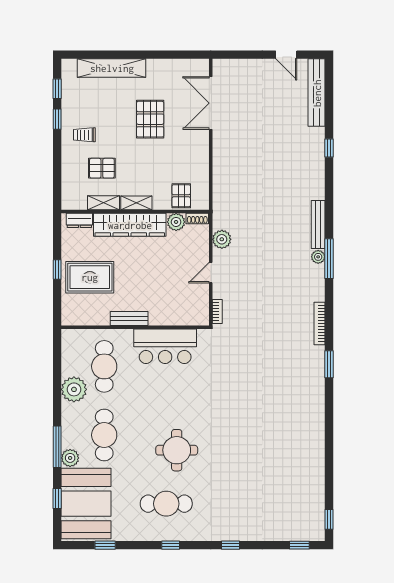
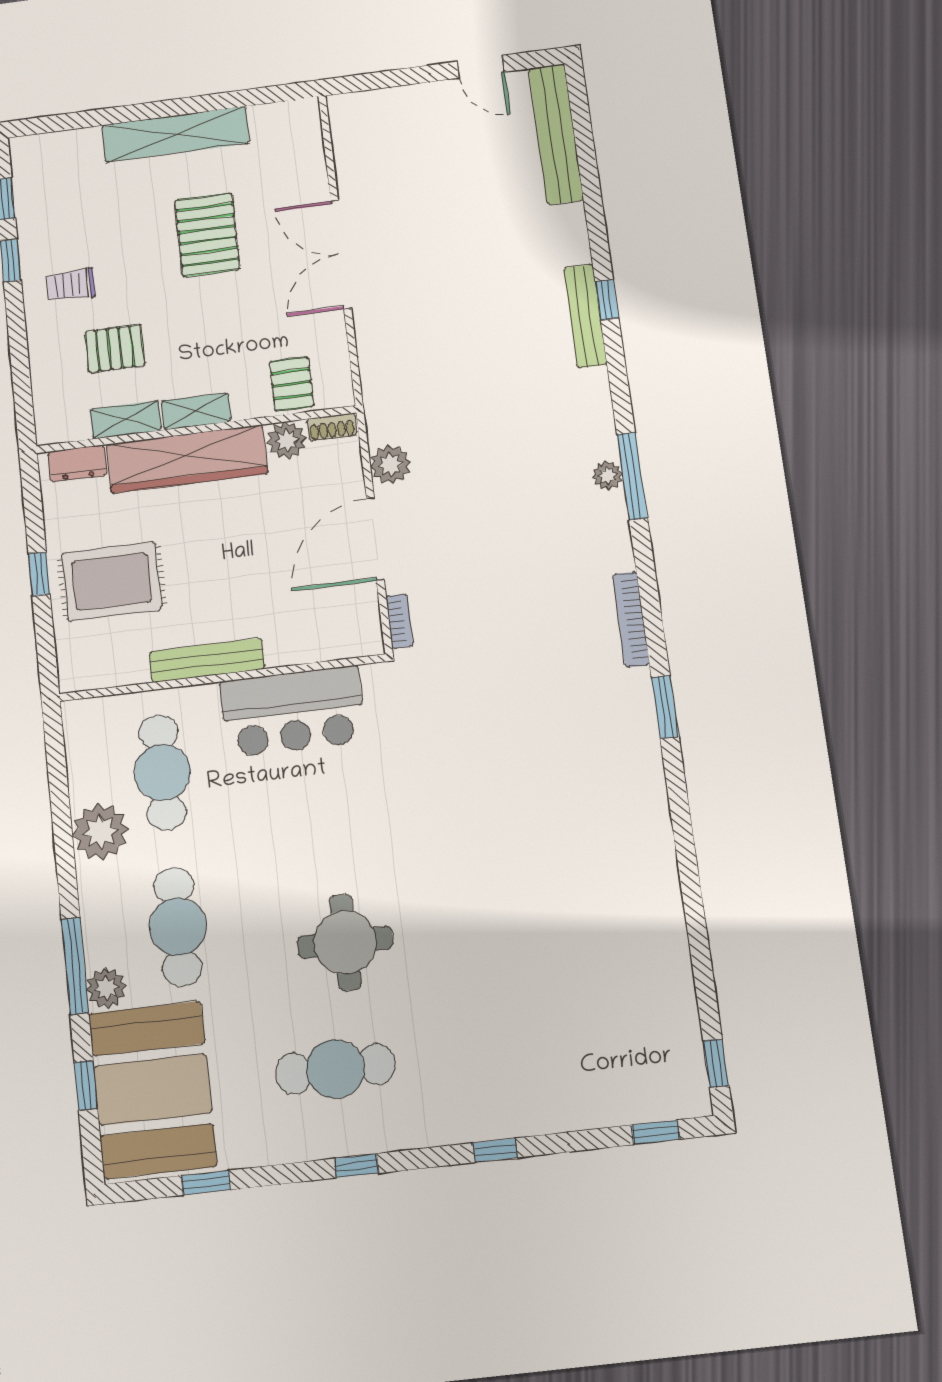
shelving: (112, 68) -> (176, 134), moved
double door: (211, 103) -> (341, 254), moved
window: (329, 148) -> (607, 300), moved
bench: (318, 225) -> (585, 316), moved
door: (211, 273) -> (375, 539), width x1.87
bench: (129, 318) -> (207, 660), width x1.36

